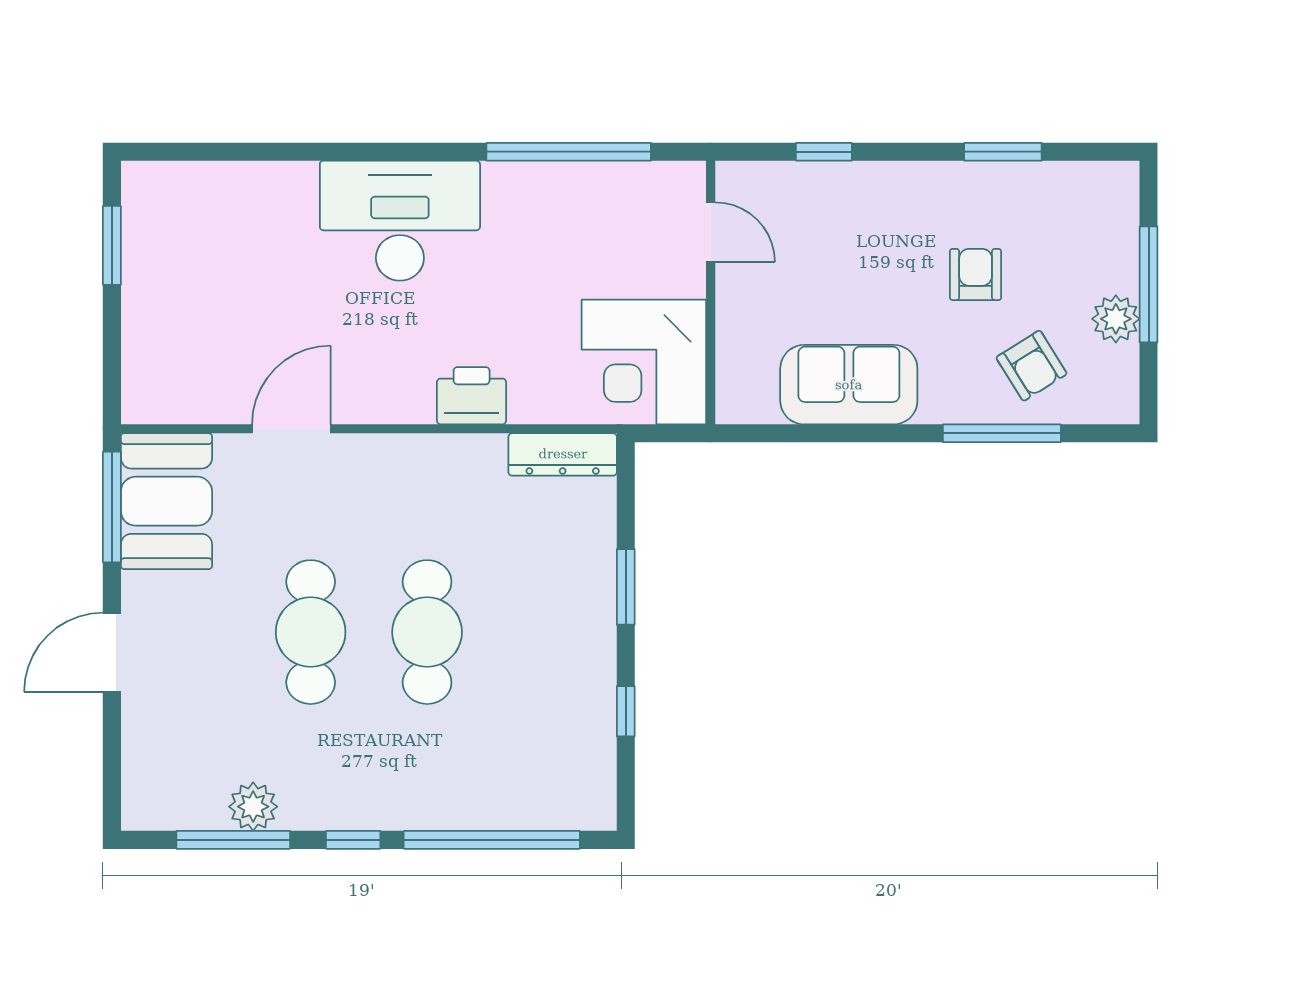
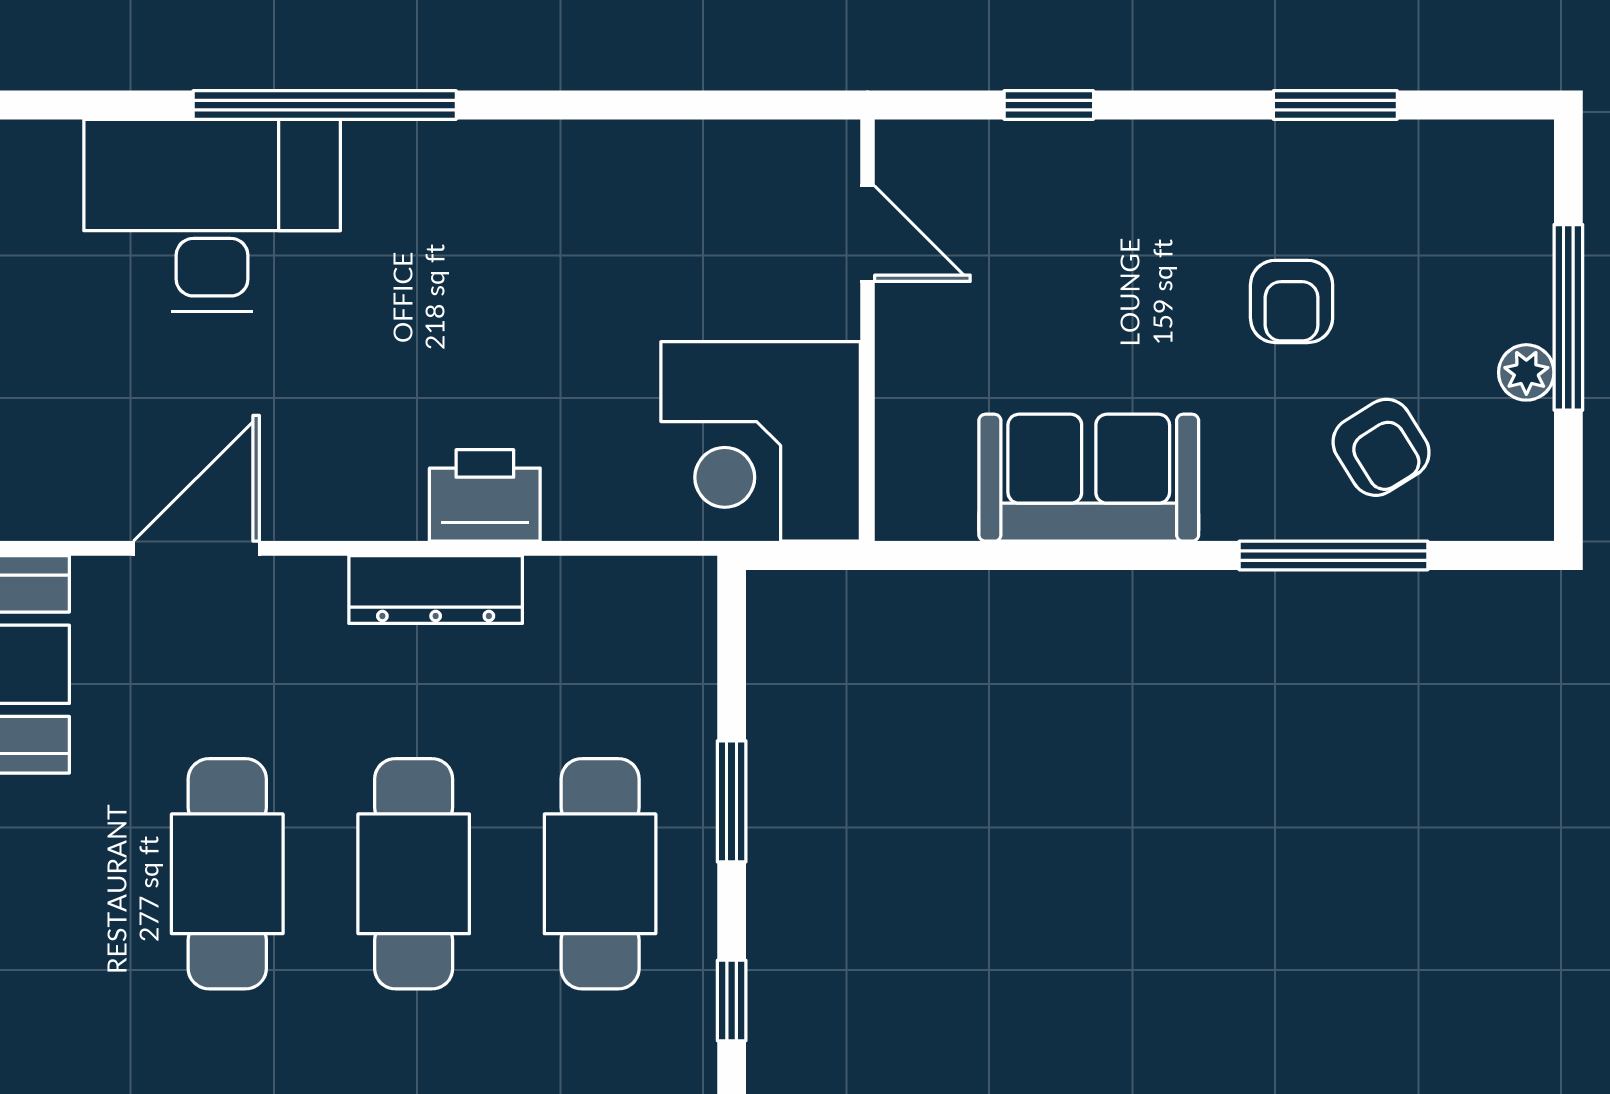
window: (569, 152) -> (325, 105), moved
desk: (400, 221) -> (212, 215), moved
armchair: (976, 274) -> (1292, 301), turned 180
plant: (1116, 319) -> (1526, 372), width x0.73, depth x0.73
dresser: (563, 454) -> (436, 590), moved
cafe table: (544, 632) -> (600, 874), added

